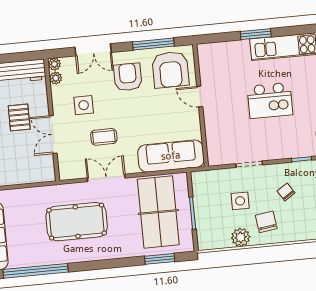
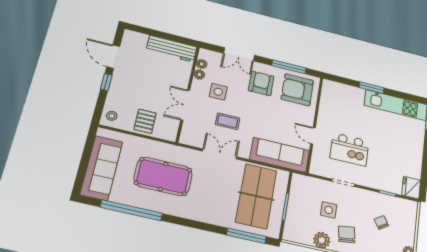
plant: (54, 64) -> (199, 75), moved
armchair: (170, 70) -> (297, 90), turned 90
door: (200, 97) -> (313, 136), moved
kitchen island: (270, 100) -> (349, 149), moved
pallet: (19, 117) -> (145, 121), moved
chair: (286, 192) -> (381, 222), moved
pool table: (77, 222) -> (163, 176), moved
window: (160, 259) -> (246, 236), width x1.44

